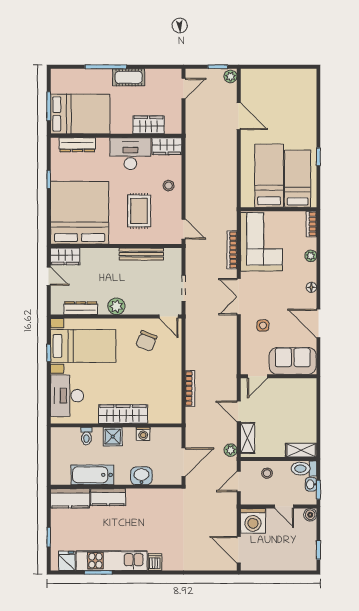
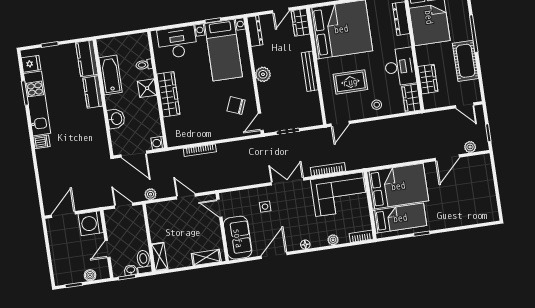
plant: (231, 76) -> (470, 147), moved
cot: (129, 77) -> (466, 61), width x1.37, depth x1.34
bed: (269, 176) -> (398, 186), width x1.50
bench: (141, 254) -> (310, 71), moved
dresser: (81, 308) -> (255, 31), moved
door: (239, 411) -> (186, 196), hinge flipped
washing machine: (143, 434) -> (158, 143), moved
shelving: (248, 438) -> (206, 257), moved
stool: (267, 473) -> (135, 230), removed
boiler: (310, 515) -> (90, 275), moved

